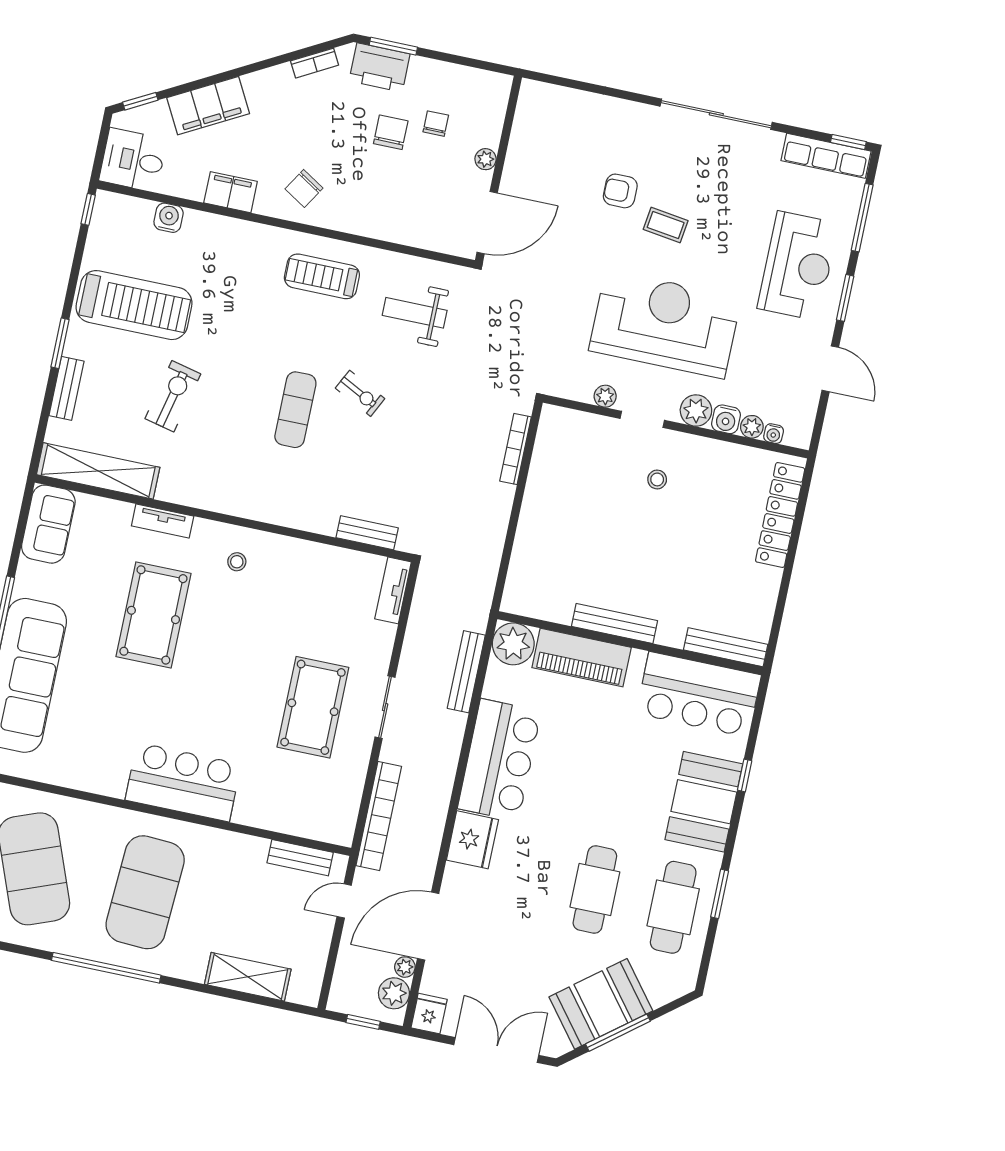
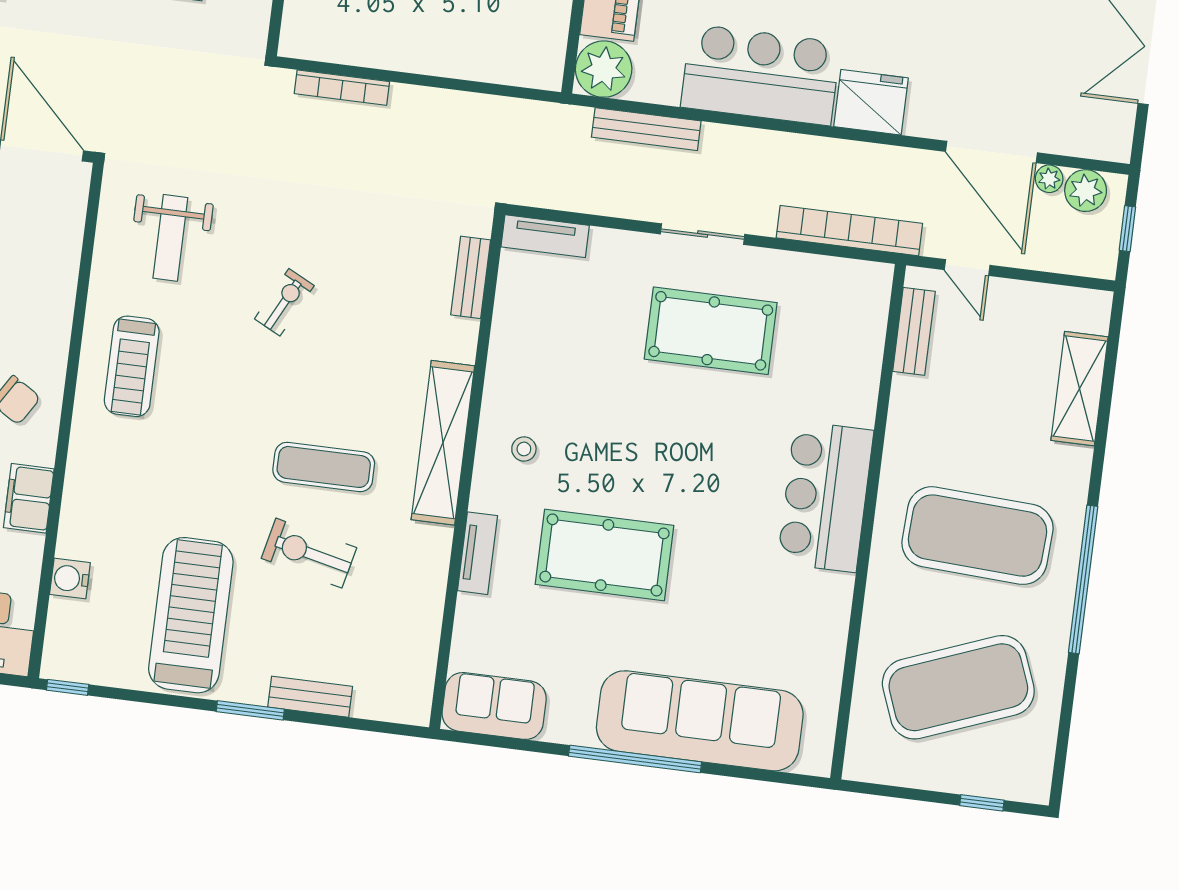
exercise mat: (295, 410) -> (324, 467), moved
shelving: (98, 471) -> (443, 443), moved
fridge: (429, 1014) -> (1109, 141), removed

